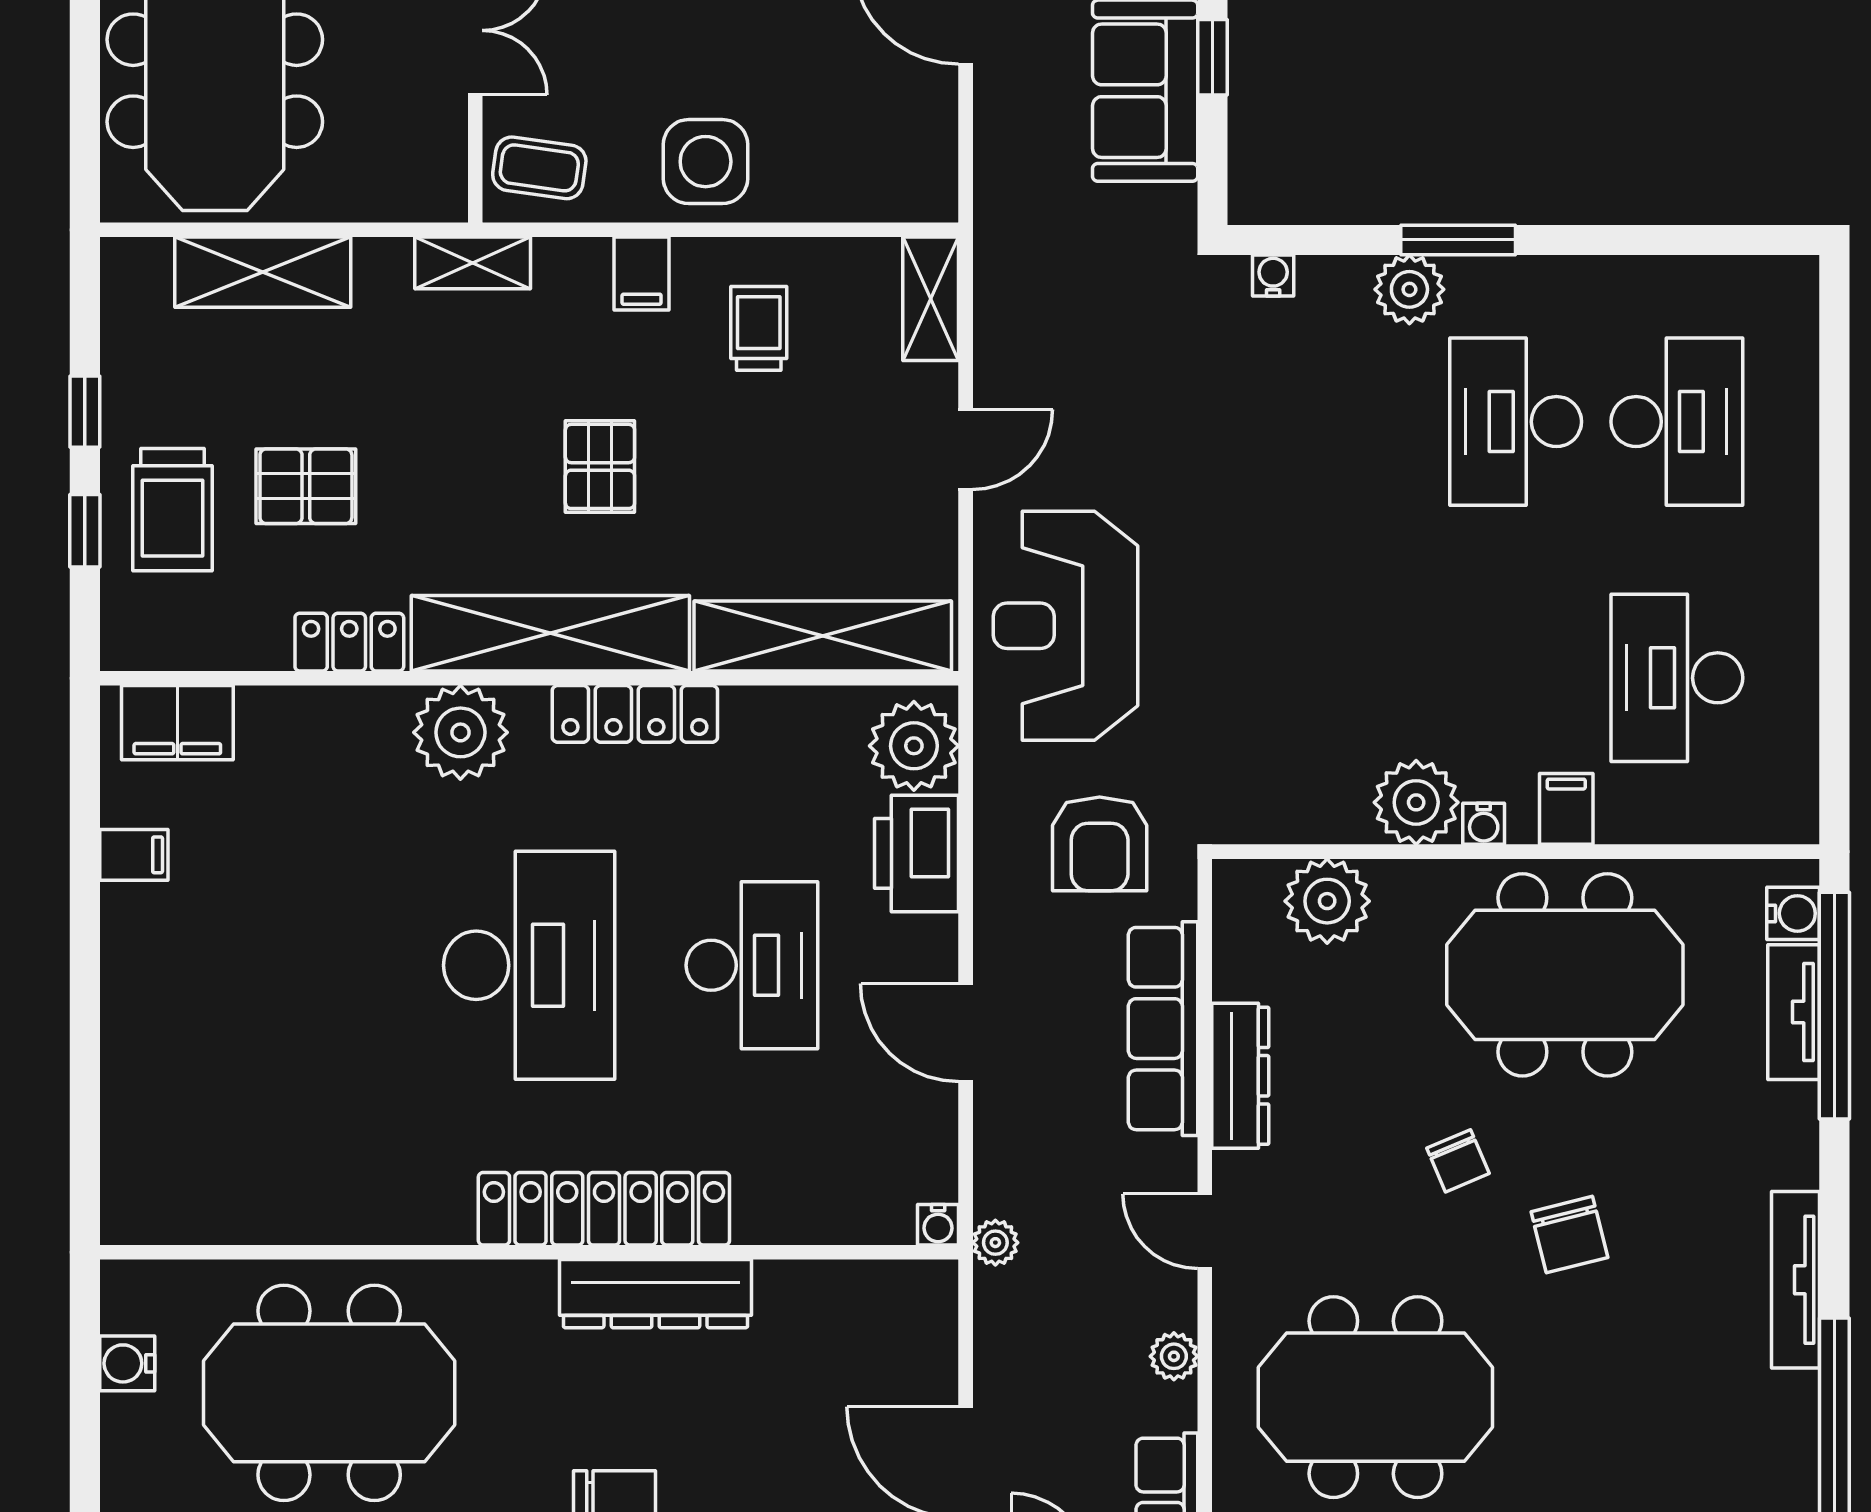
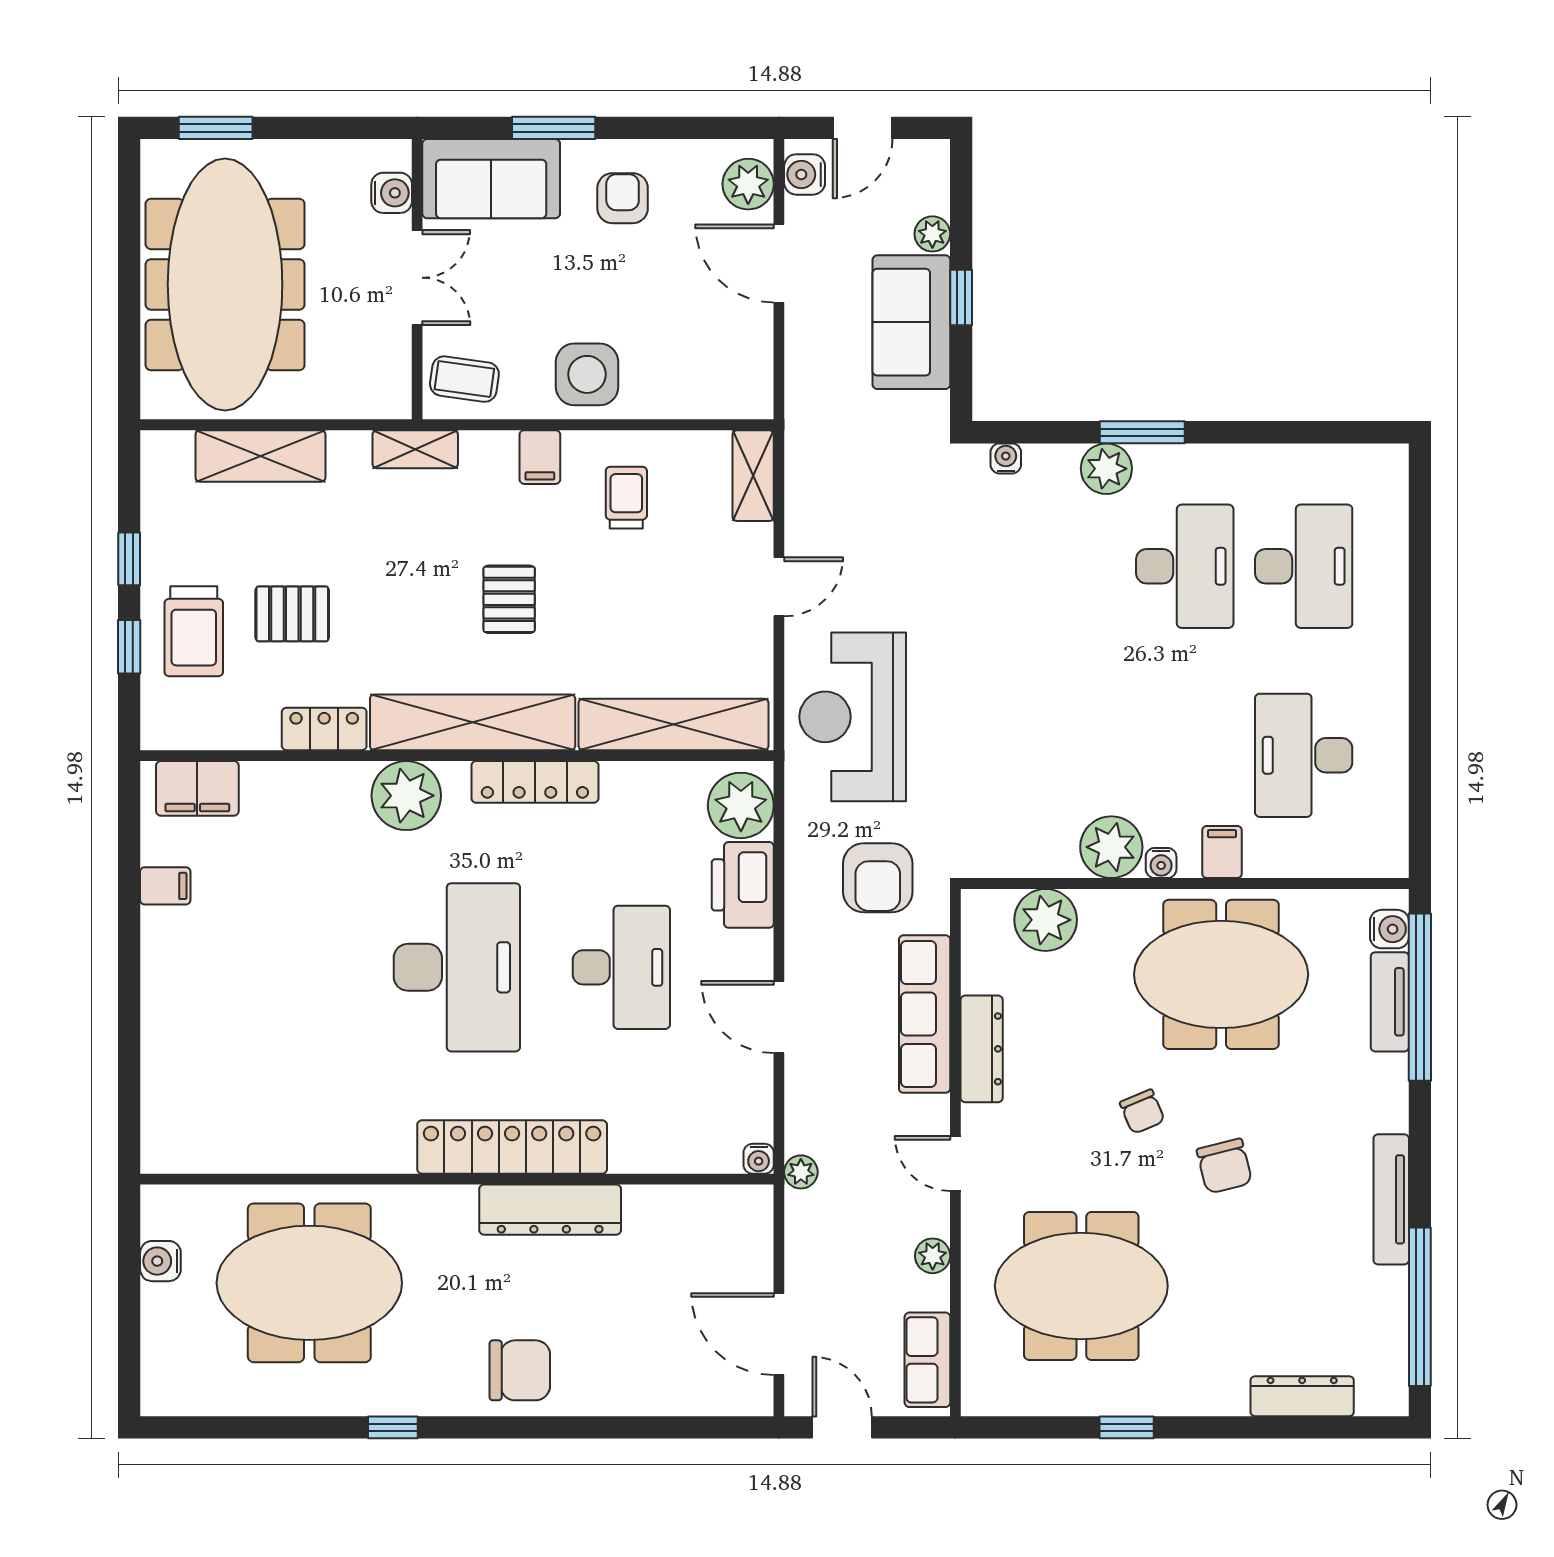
desk: (1516, 422) -> (1185, 566), turned 180

